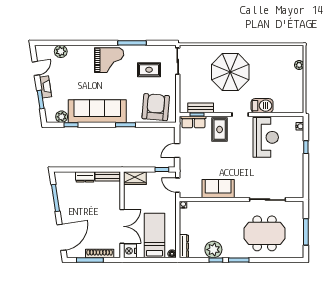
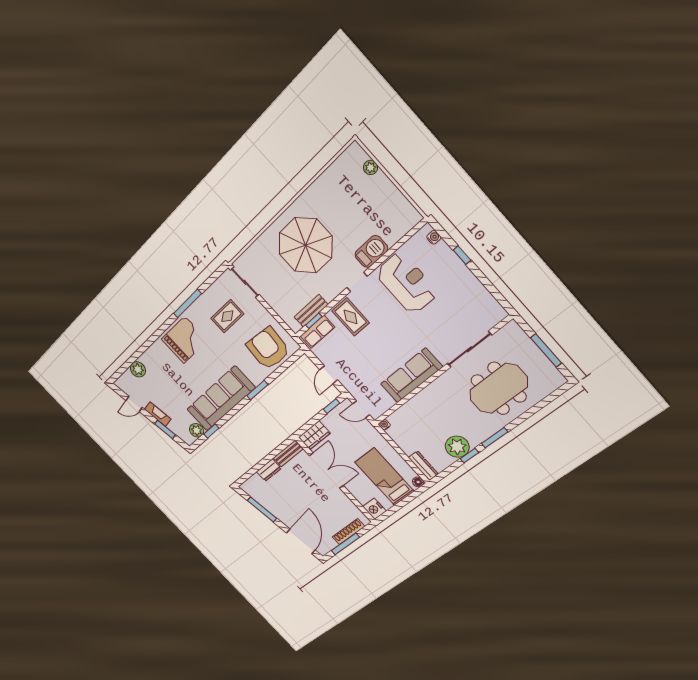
door: (36, 68) -> (134, 404), swing flipped
sofa: (218, 189) -> (411, 375), width x1.36
double door: (122, 226) -> (326, 470), moved

